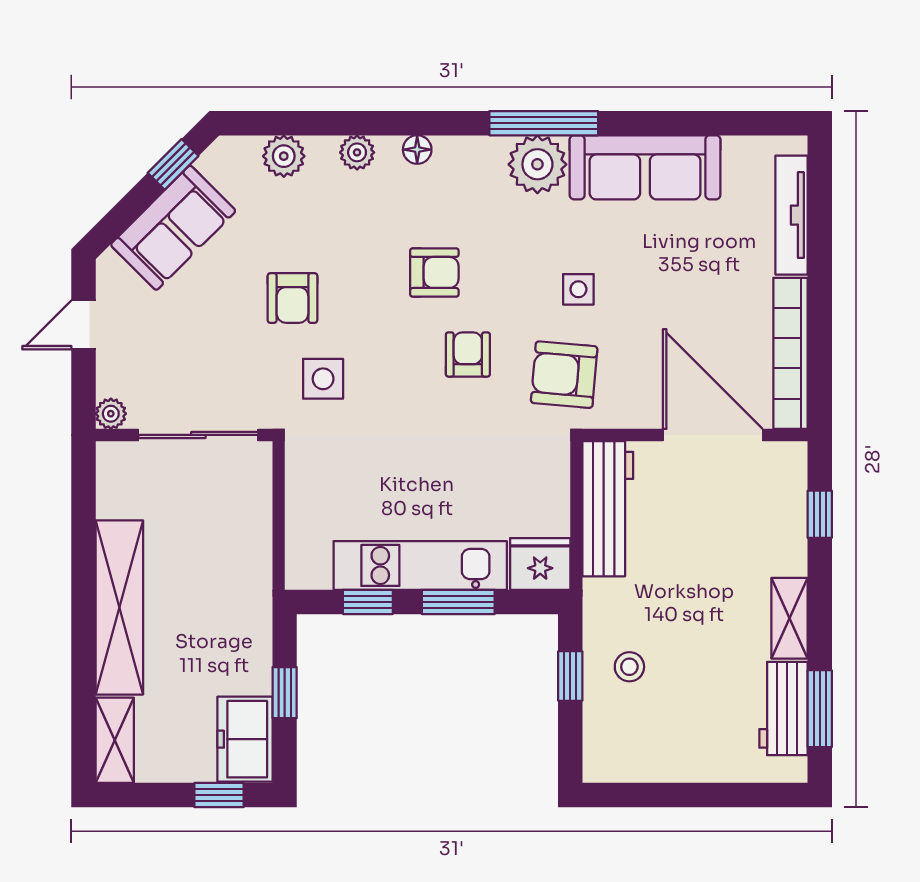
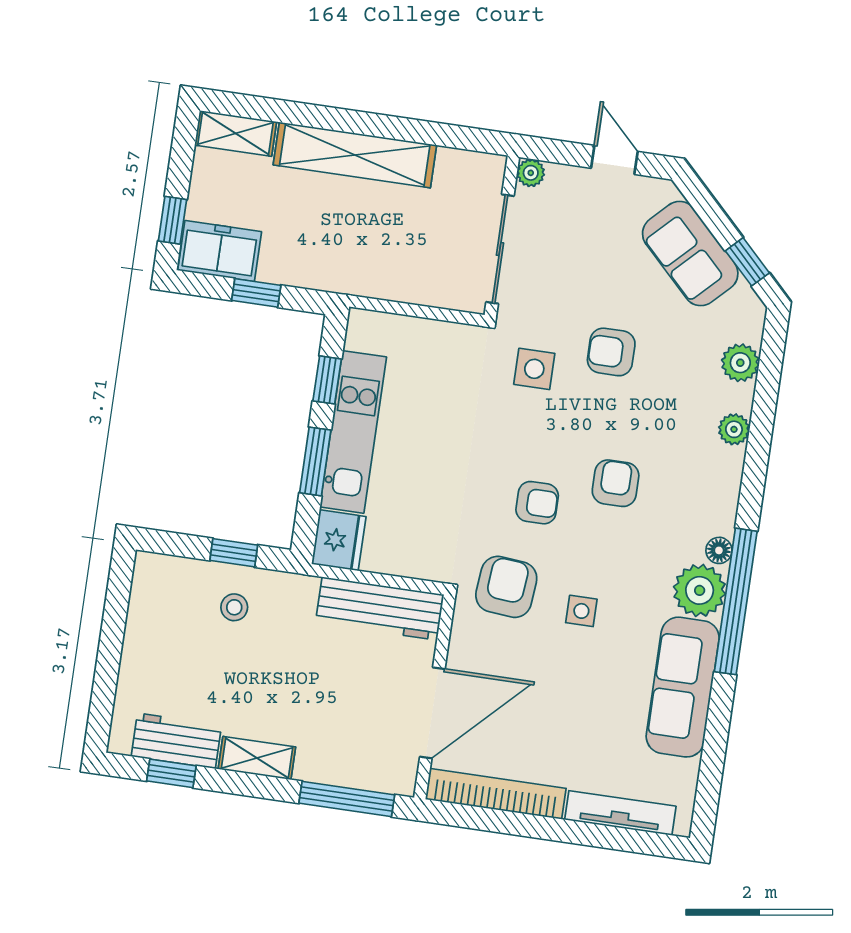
window: (544, 123) -> (736, 601), width x1.46
floor lamp: (417, 150) -> (719, 550), moved
armchair: (434, 272) -> (616, 483), turned 180
window: (820, 514) -> (347, 799), width x2.17
window: (820, 709) -> (171, 773), width x0.67

